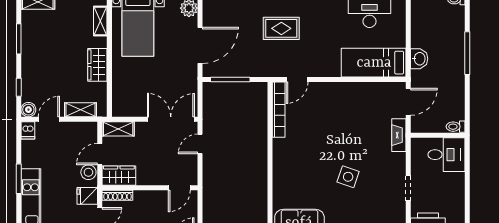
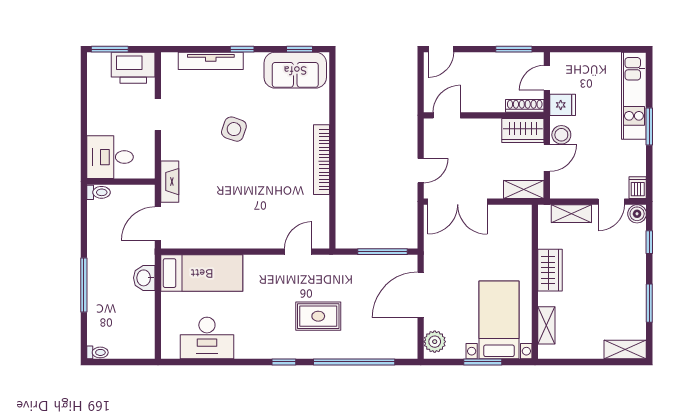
bookcase: (279, 110) -> (321, 160), moved

